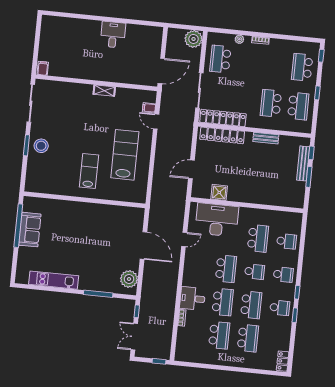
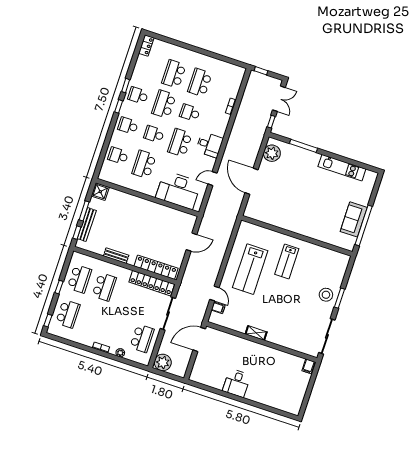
school desk: (298, 106) -> (79, 279), turned 180
shower: (219, 192) -> (100, 192), moved
desk: (193, 298) -> (210, 145), moved
school desk: (223, 302) -> (190, 113), width x0.54

